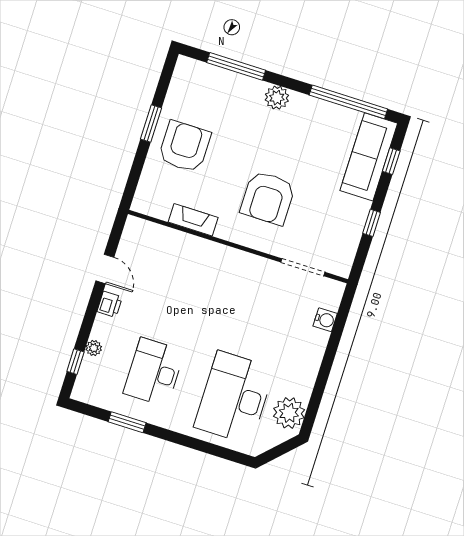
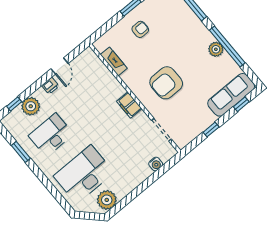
plant: (277, 98) -> (216, 49), moved
window: (348, 102) -> (227, 47), moved
armchair: (185, 146) -> (140, 29), width x0.53, depth x0.53
fireplace: (193, 220) -> (114, 61), moved
filing cabinet: (236, 261) -> (129, 105), added
plant: (94, 348) -> (31, 106), width x1.87, depth x1.87

